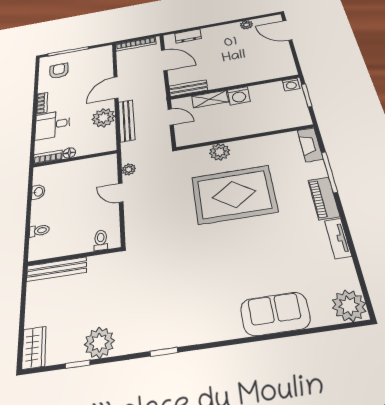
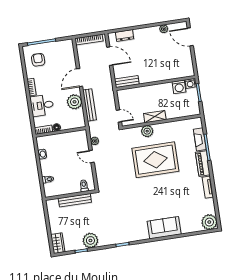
washing machine: (239, 96) -> (179, 87), moved
shelving: (210, 99) -> (155, 117), moved
door: (171, 117) -> (119, 116), moved
fireplace: (310, 145) -> (200, 139), moved
bench: (57, 269) -> (75, 200), moved
sofa: (275, 314) -> (164, 228), moved

